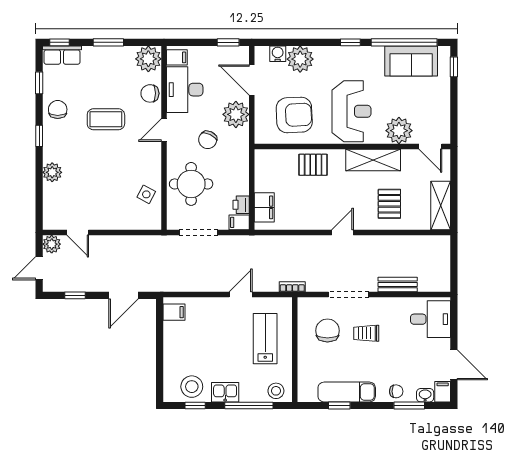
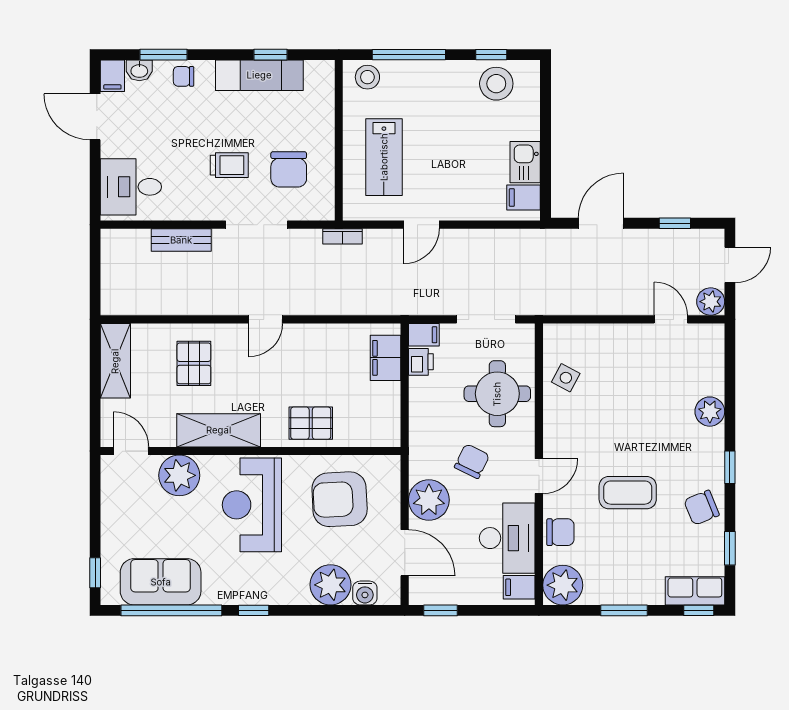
chair: (58, 109) -> (702, 508), turned 68
kitchen sink: (225, 392) -> (525, 162), moved, turned 90

